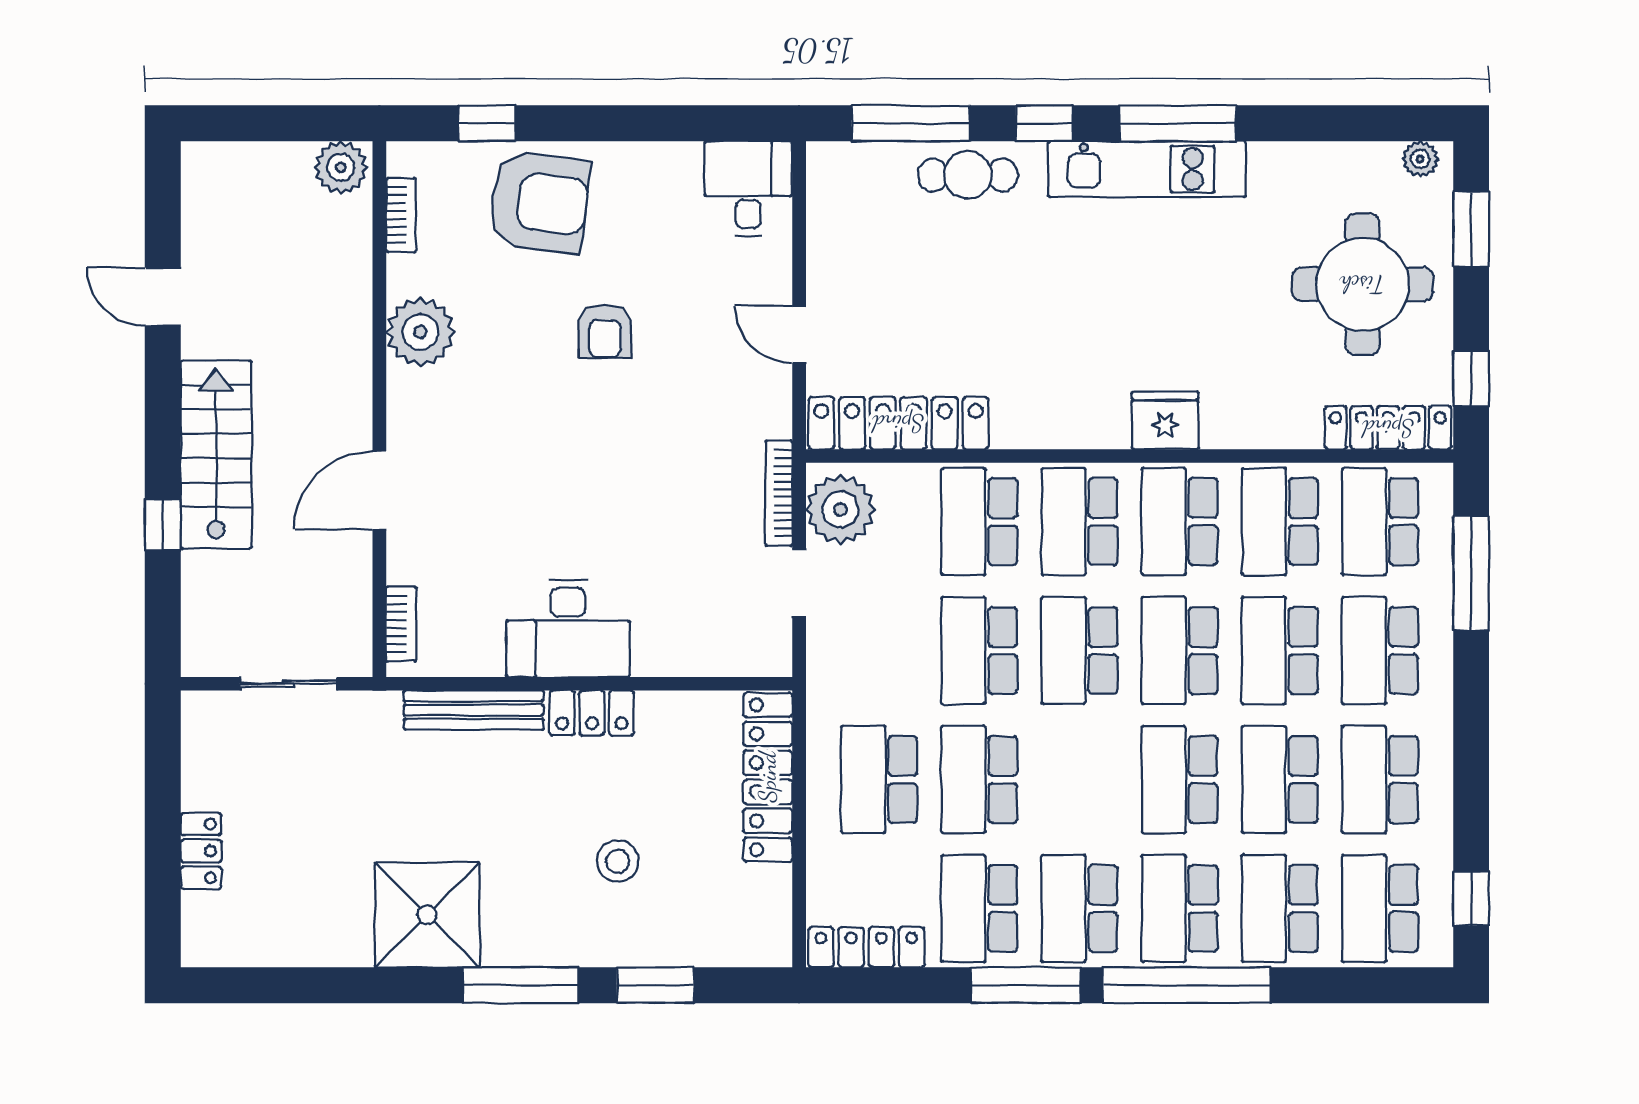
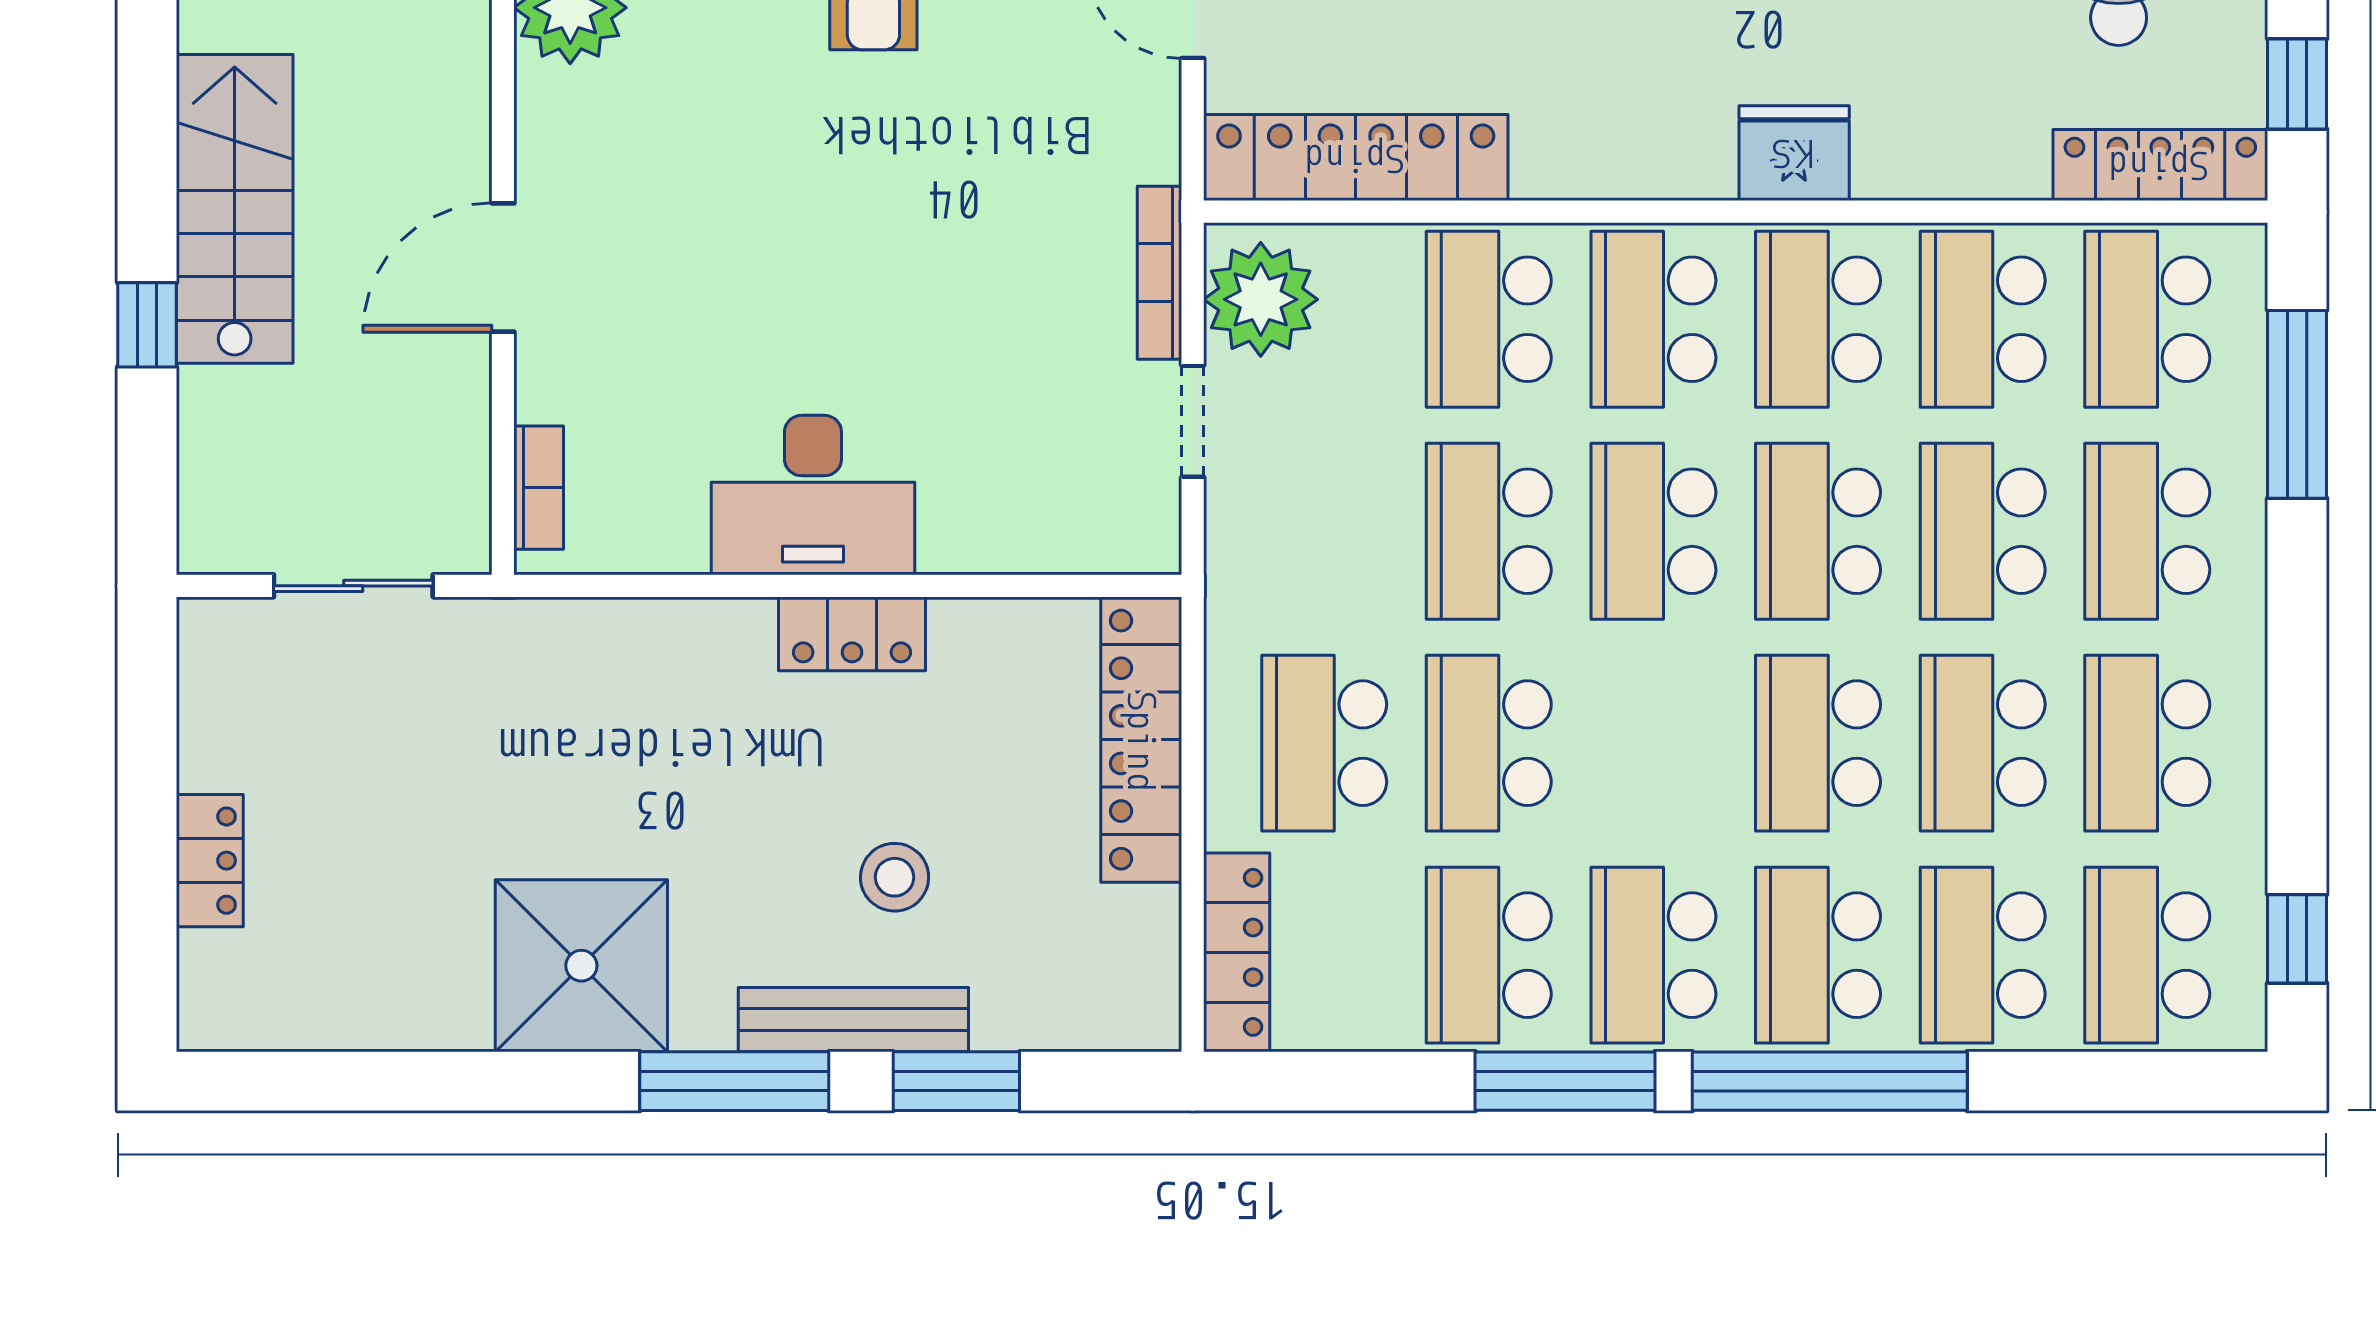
bench: (474, 710) -> (853, 1020), moved
locker: (866, 947) -> (1237, 952), moved, turned 90

